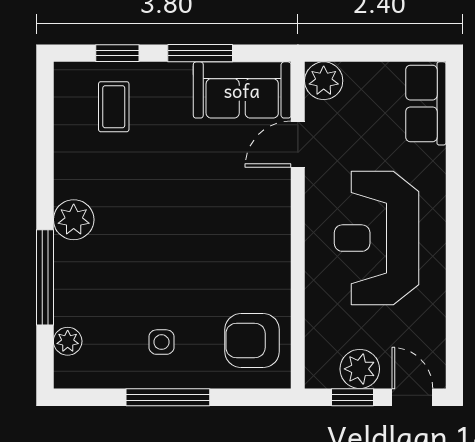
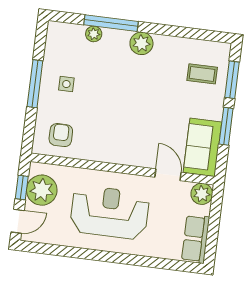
window: (117, 53) -> (232, 80), width x1.50
row of seats: (426, 103) -> (196, 239), moved, turned -90
plant: (68, 341) -> (94, 34), moved
armchair: (252, 341) -> (61, 135), width x0.72, depth x0.72
plant: (360, 369) -> (42, 190), width x1.36, depth x1.36

